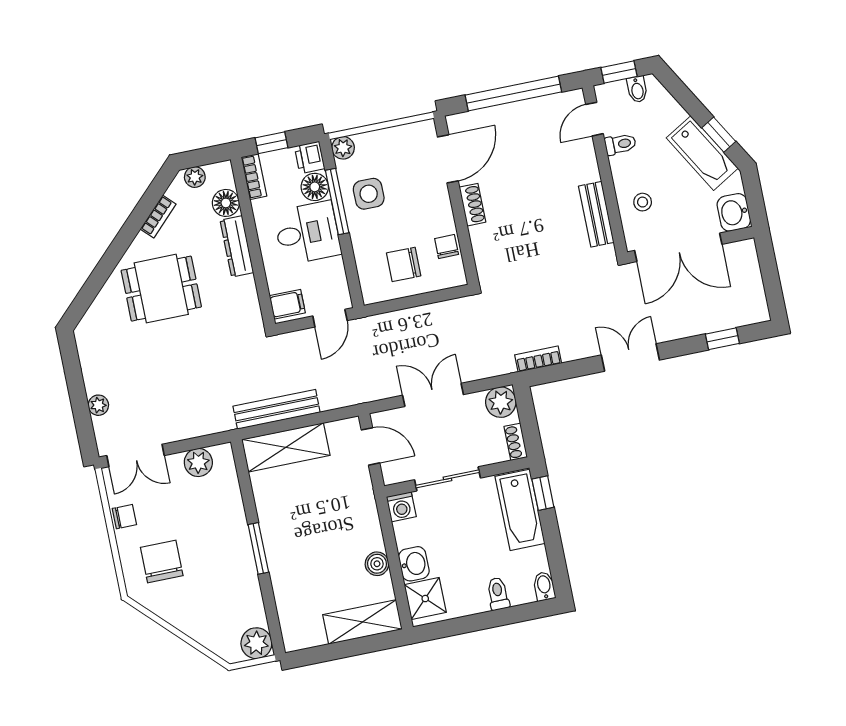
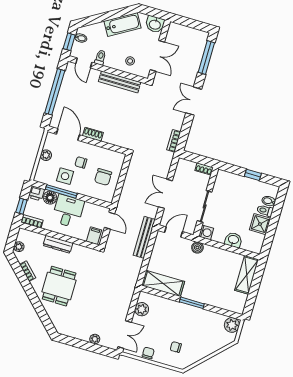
window: (719, 135) -> (118, 13), removed
plant: (343, 148) -> (46, 155), moved
floor lamp: (226, 203) -> (37, 239), removed
bench: (596, 214) -> (120, 82), width x1.36
chair: (447, 247) -> (81, 162), moved
double door: (678, 247) -> (157, 56), width x0.73
window: (722, 339) -> (206, 58), width x2.17
plant: (501, 402) -> (184, 166), removed
bench: (277, 409) -> (144, 237), moved
shelving: (286, 447) -> (163, 283), moved, turned 90
window: (543, 493) -> (253, 175), moved
bathtub: (520, 510) -> (234, 182), removed
chair: (162, 561) -> (176, 347), width x0.54, depth x0.54
boiler: (377, 564) -> (197, 248), moved
bidet: (544, 586) -> (269, 201), moved
shower: (425, 599) -> (260, 224), moved

